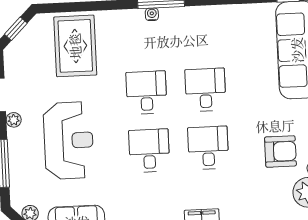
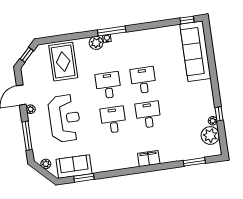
plant: (133, 20) -> (96, 43), added
armchair: (280, 151) -> (191, 113), removed

